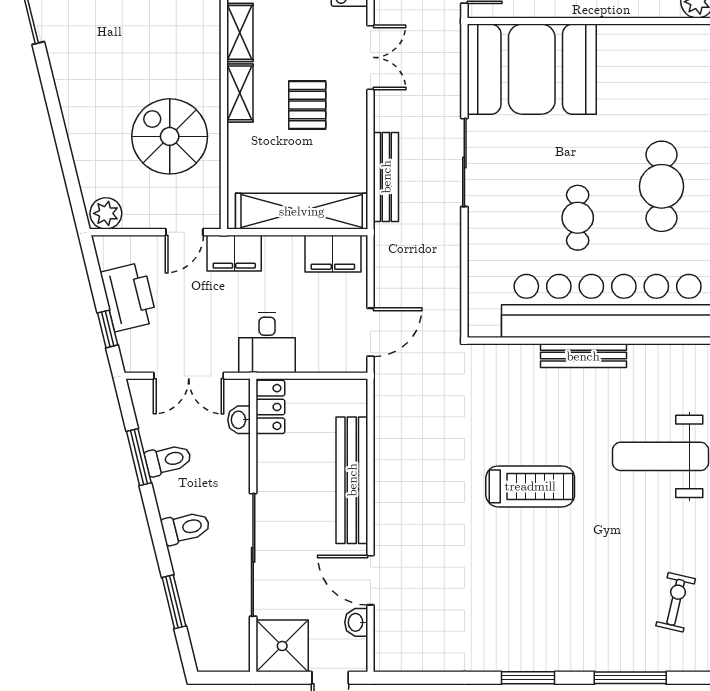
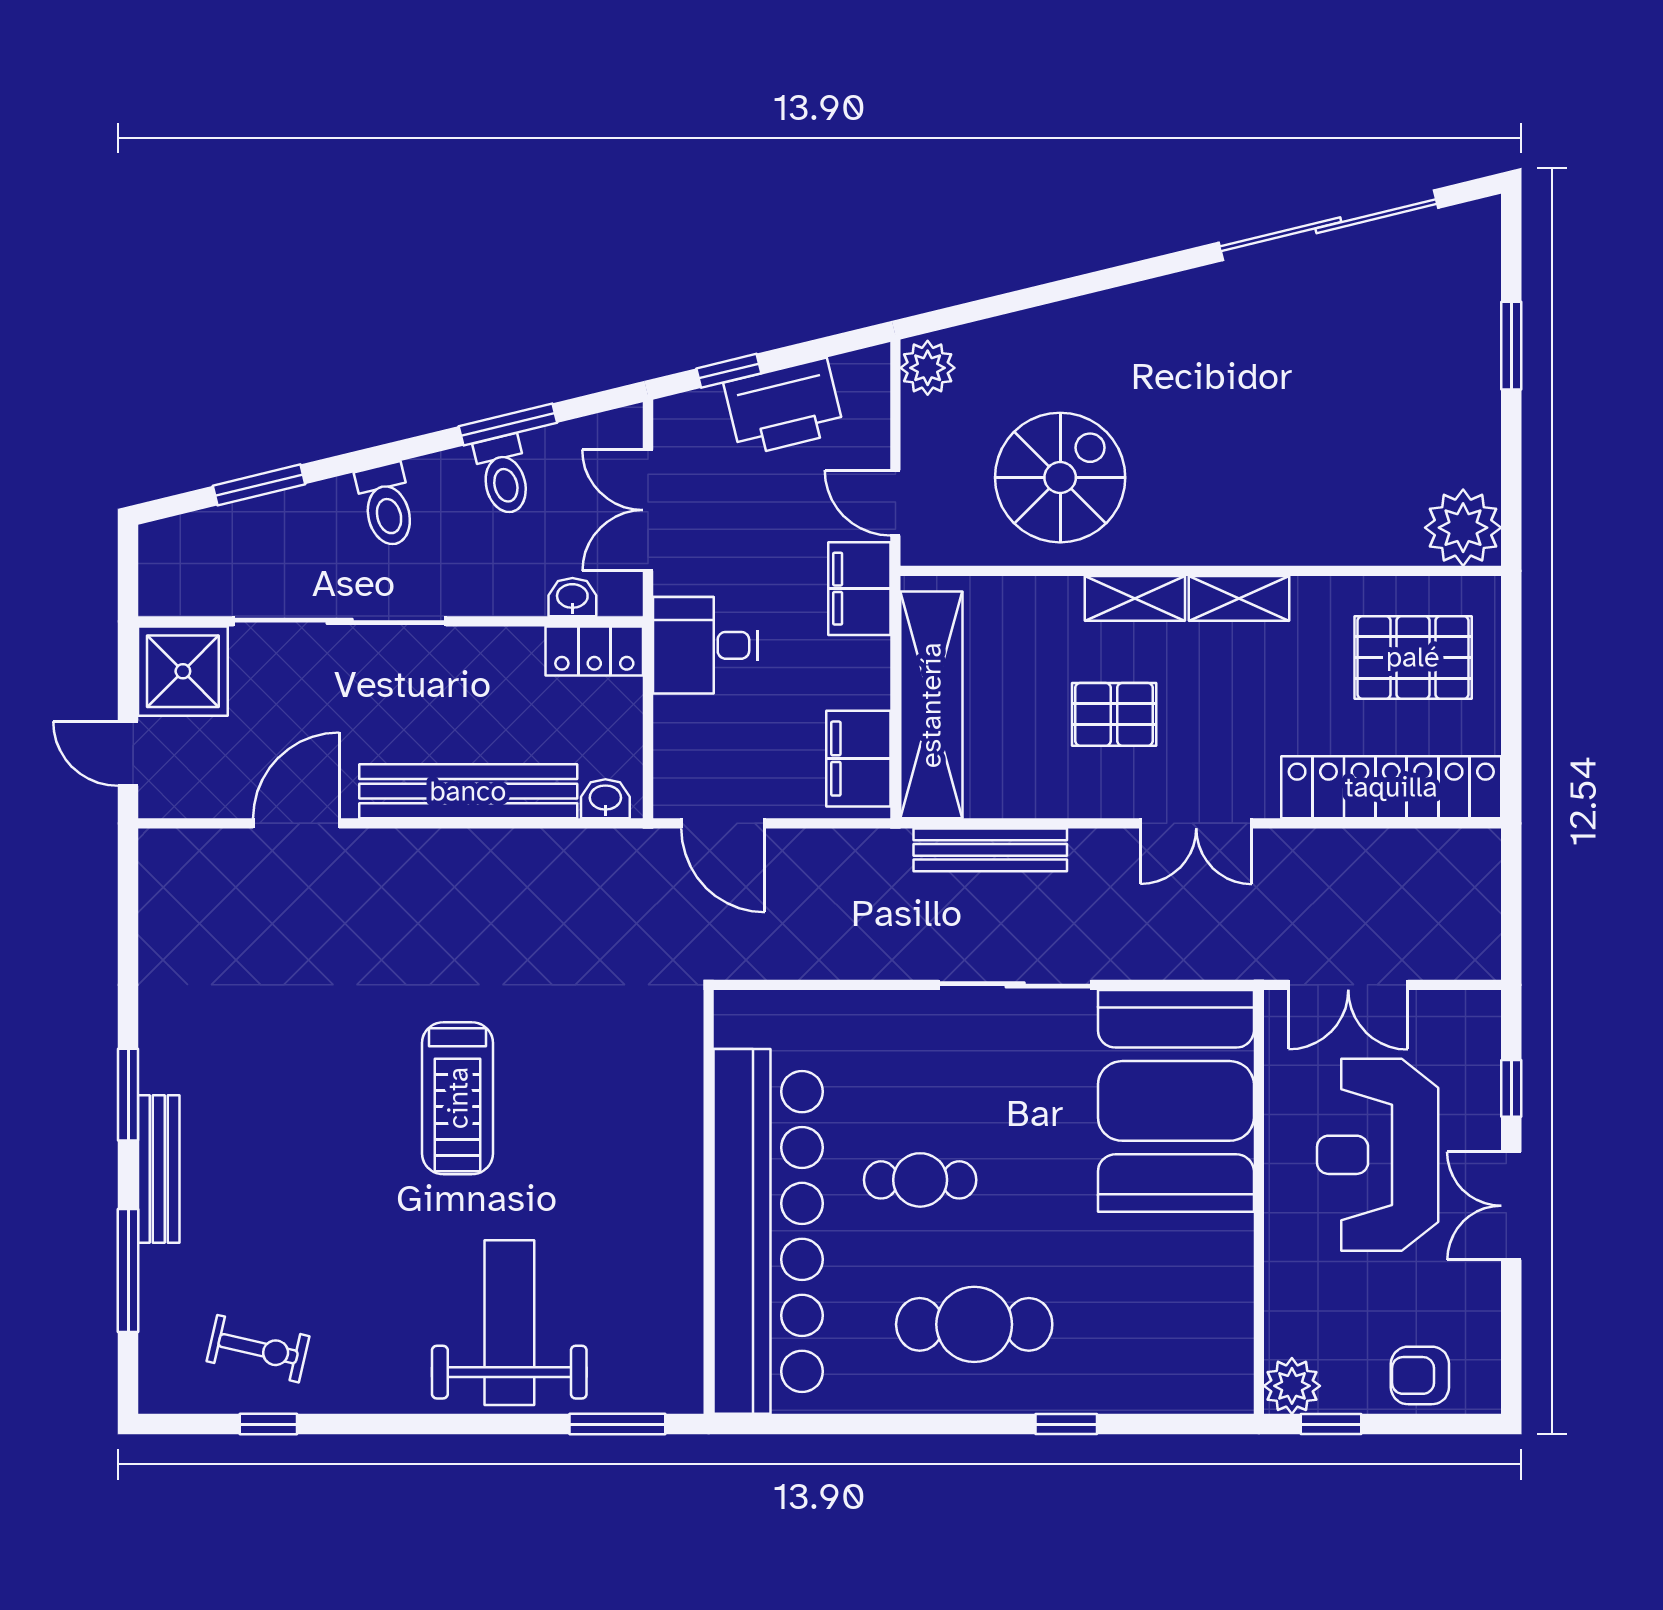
bench: (583, 356) -> (159, 1169), moved
washbasin: (356, 622) -> (605, 799), moved

